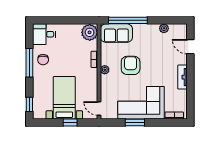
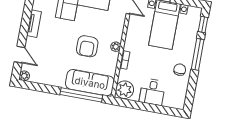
plant: (164, 28) -> (24, 76), moved
sofa: (116, 33) -> (90, 83), width x1.36
desk: (44, 34) -> (152, 92), moved, turned 90
window: (29, 63) -> (198, 54), moved

